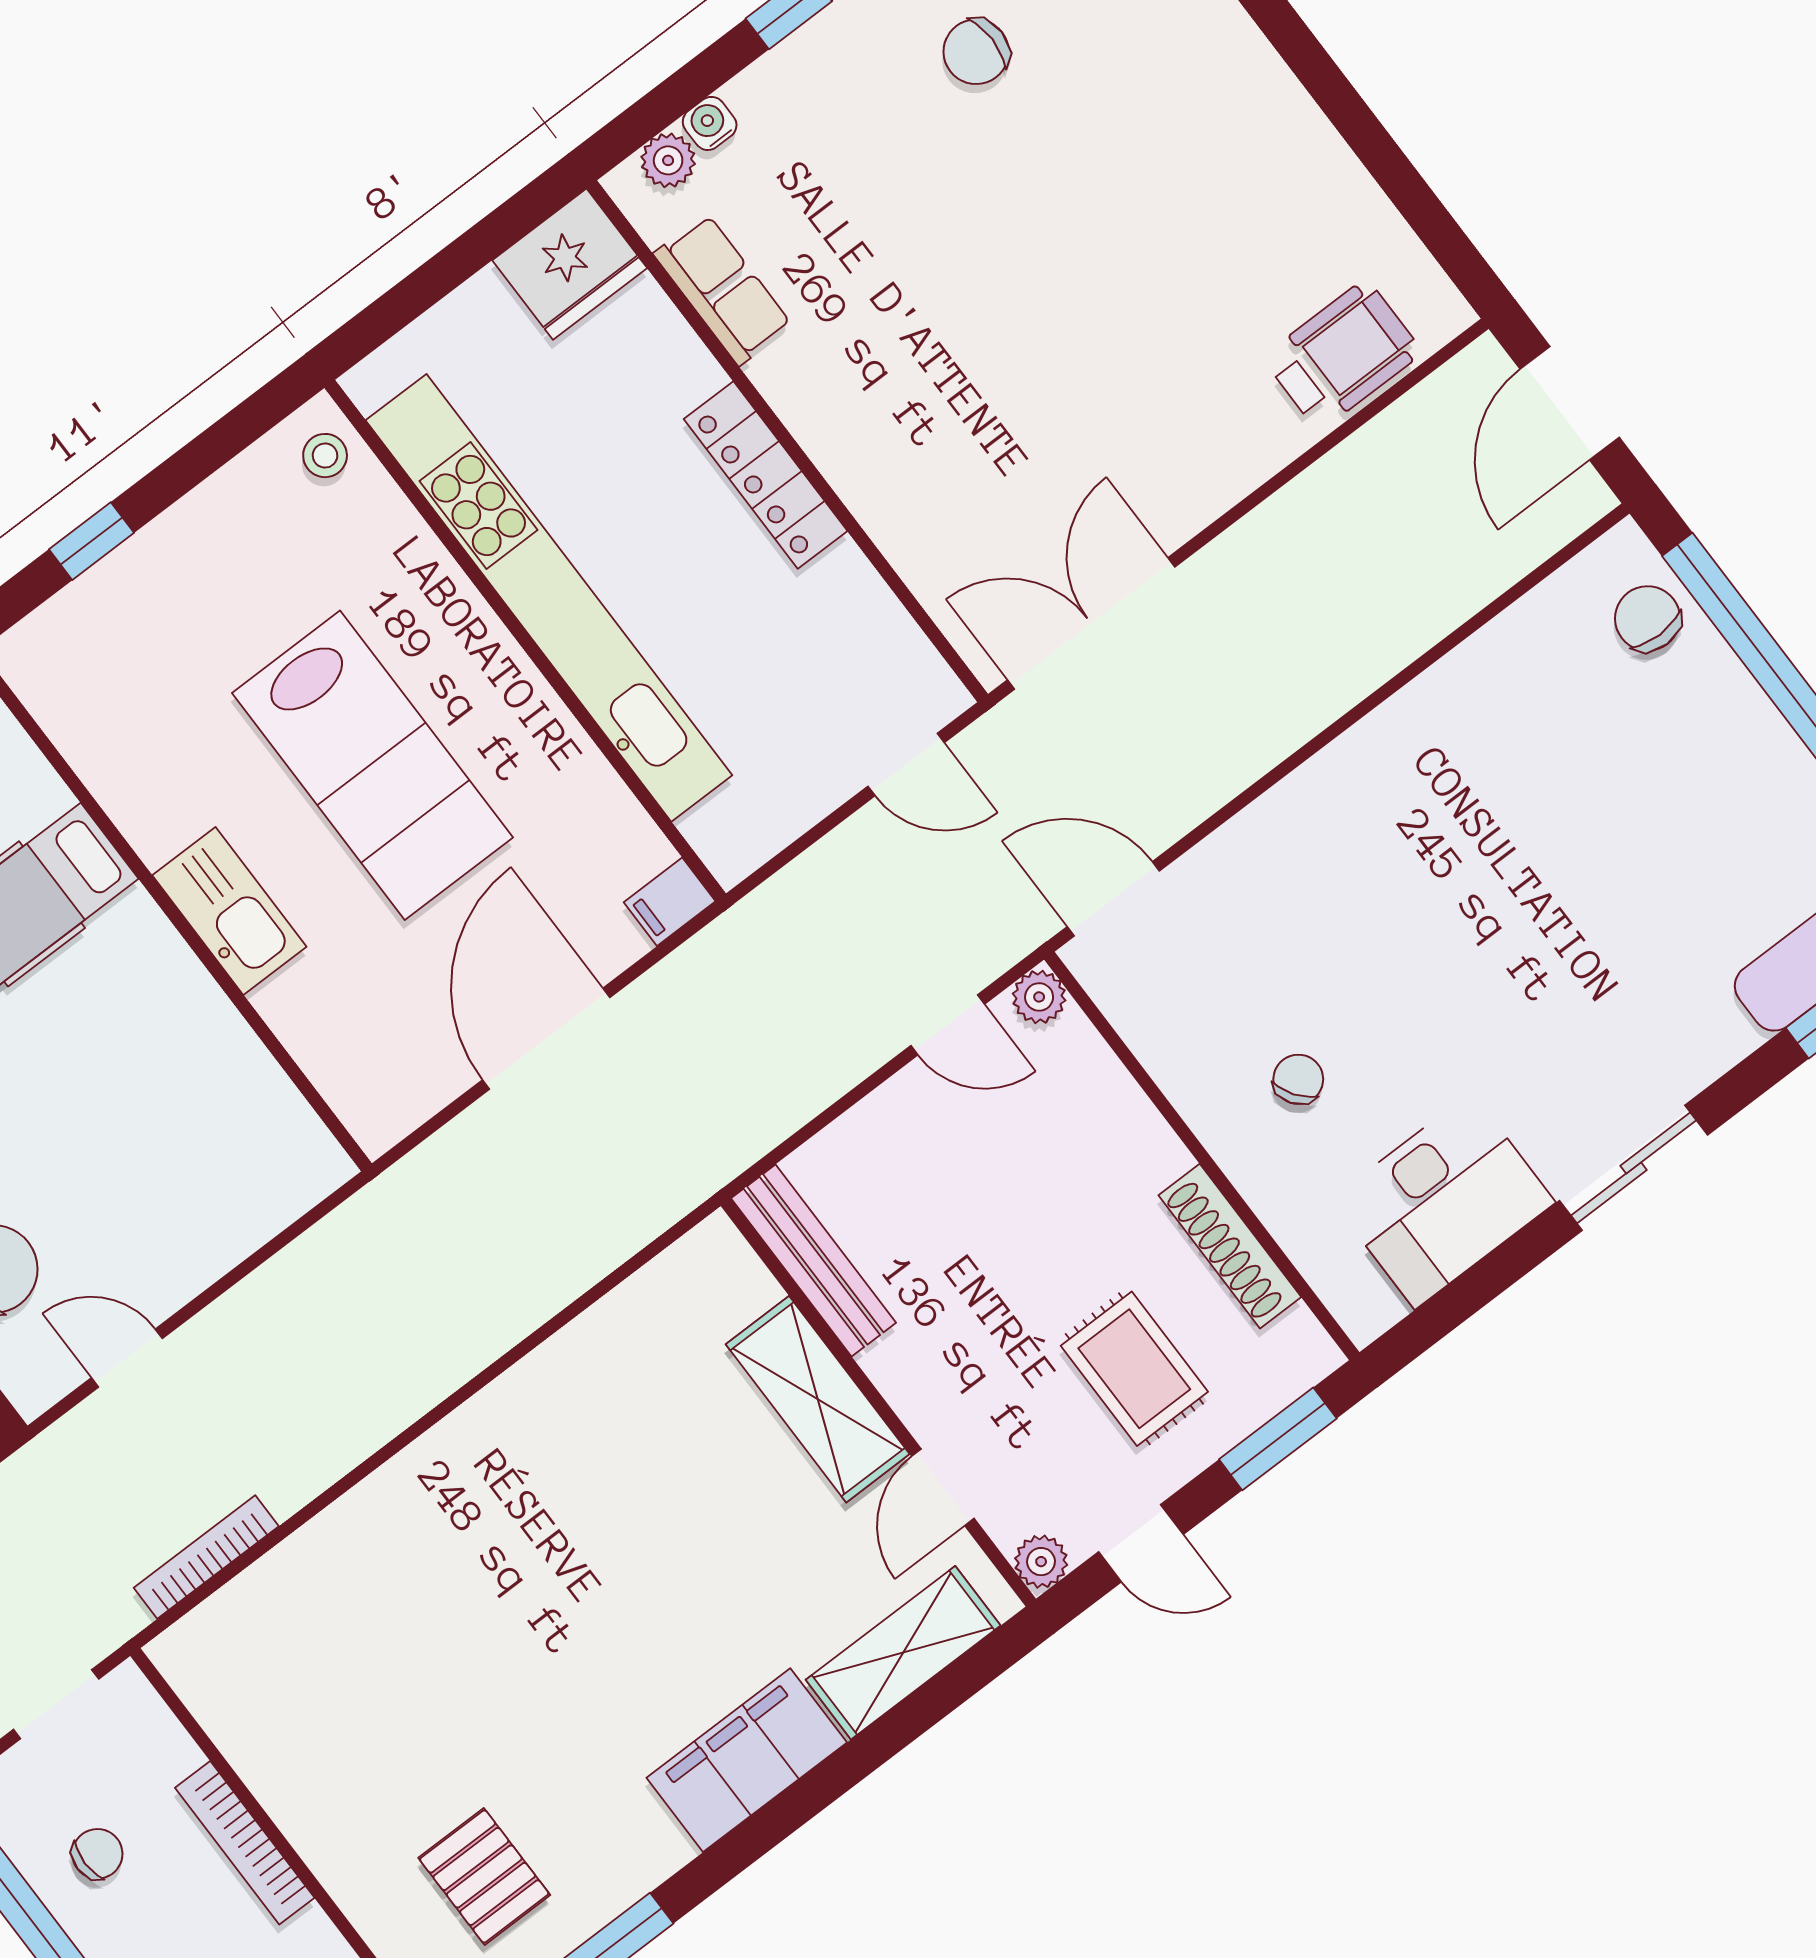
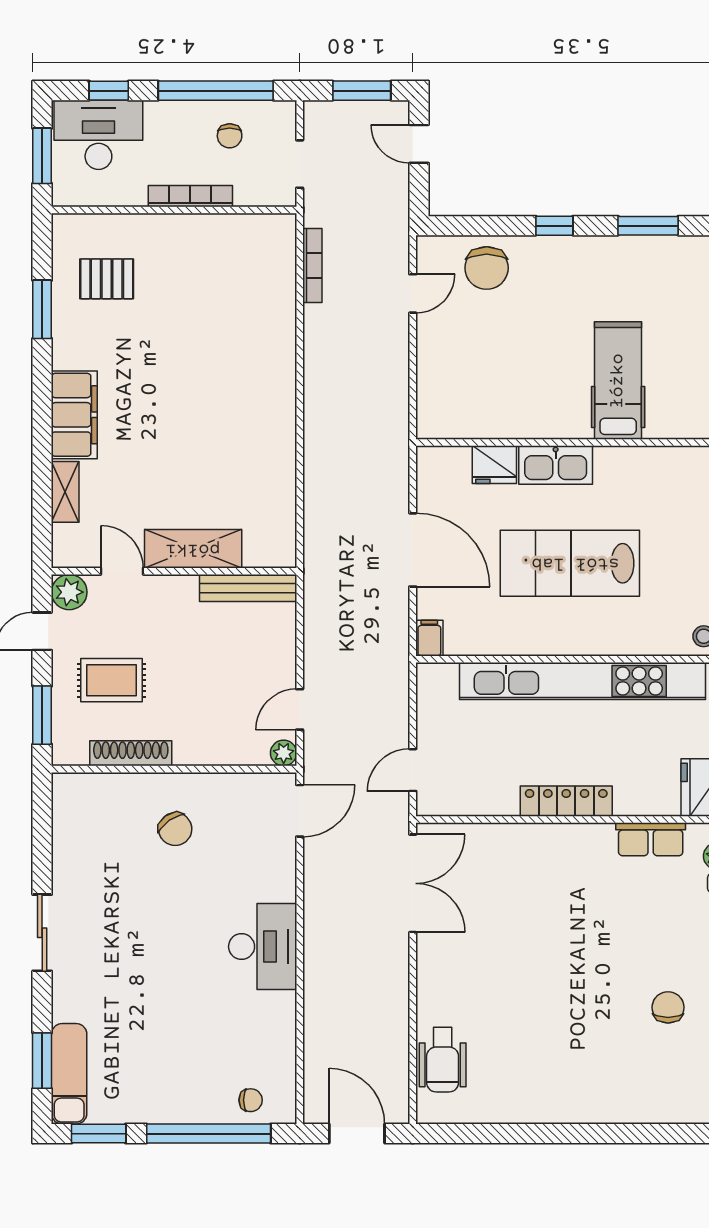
chair: (1648, 618) -> (251, 1100), width x0.73, depth x0.73
fridge: (305, 1012) -> (494, 465), added
chair: (1298, 1079) -> (175, 829), width x1.37, depth x1.37
desk: (1443, 1201) -> (263, 947), moved, turned 180
plant: (1041, 1562) -> (69, 592), width x1.38, depth x1.38
shelving: (903, 1653) -> (65, 492), width x0.67, depth x0.75

